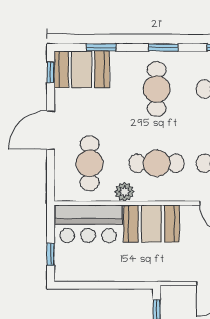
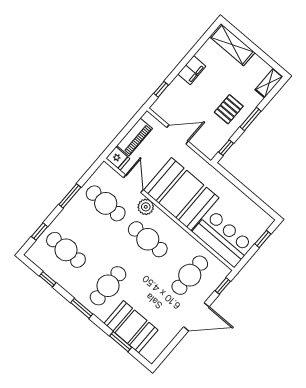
booth: (82, 69) -> (131, 327), moved
window: (51, 72) -> (223, 286), moved
plant: (124, 192) -> (146, 207), moved
booth: (151, 223) -> (181, 194), width x1.36, depth x1.42

